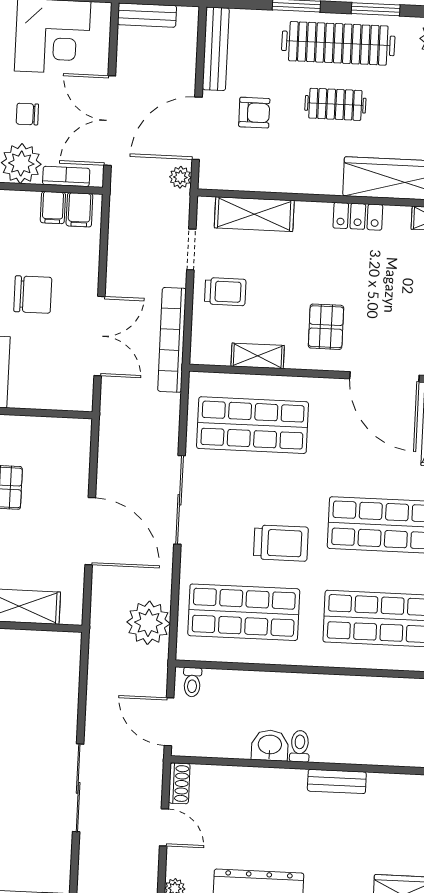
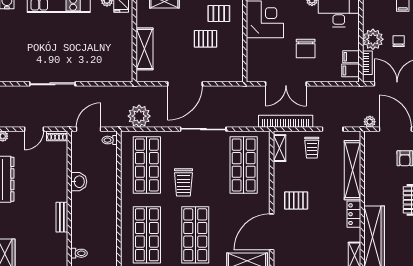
shelving: (254, 214) -> (352, 170), width x1.47
shelving: (258, 356) -> (279, 148), moved
toilet: (300, 746) -> (79, 253), moved

